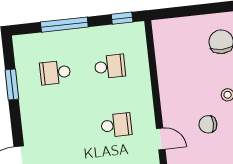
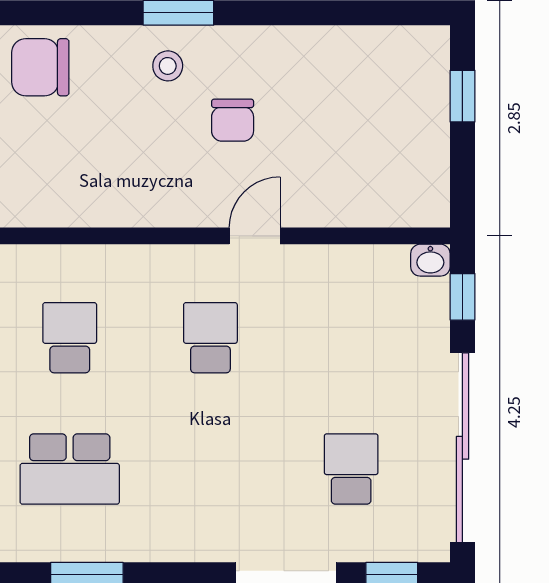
school desk: (55, 73) -> (70, 469), width x1.85

